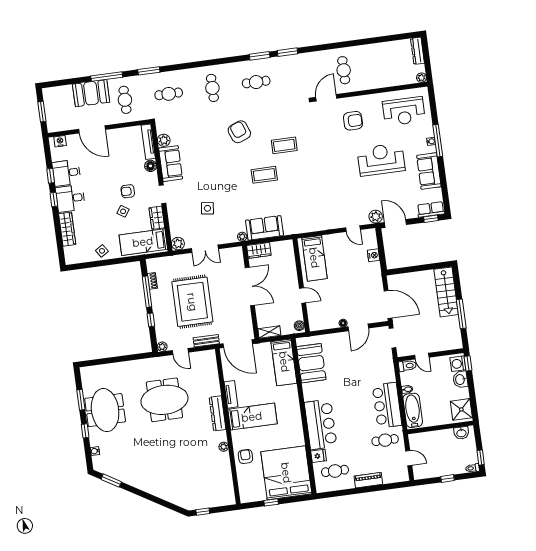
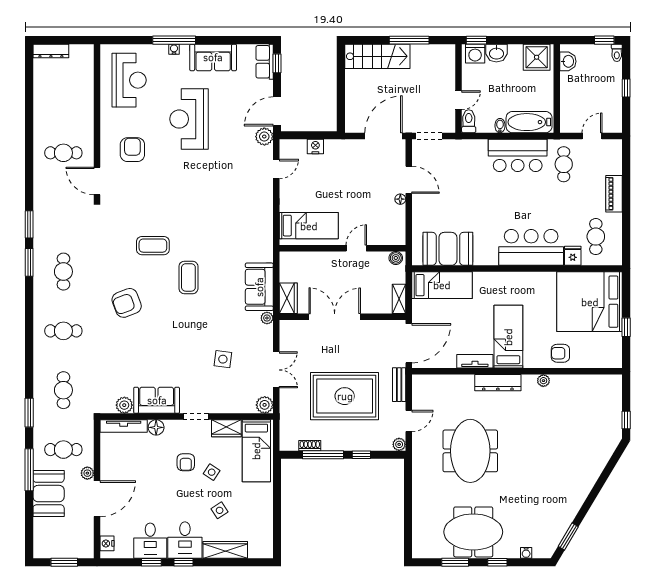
plant: (421, 78) -> (87, 473), moved
coffee table: (284, 145) -> (153, 246), turned 90
side table: (102, 251) -> (220, 510), moved

